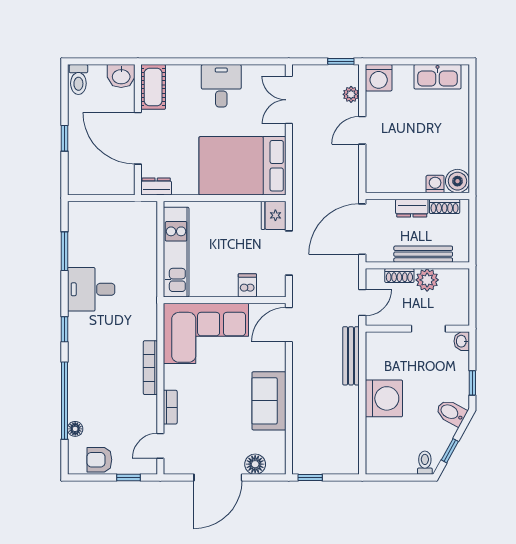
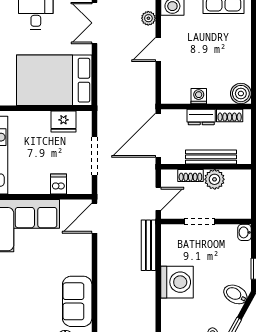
washing machine: (435, 184) -> (199, 96), moved
fridge: (274, 215) -> (63, 122), moved, turned -90
doorway: (428, 329) -> (200, 222), moved
sofa: (269, 401) -> (77, 301), moved

